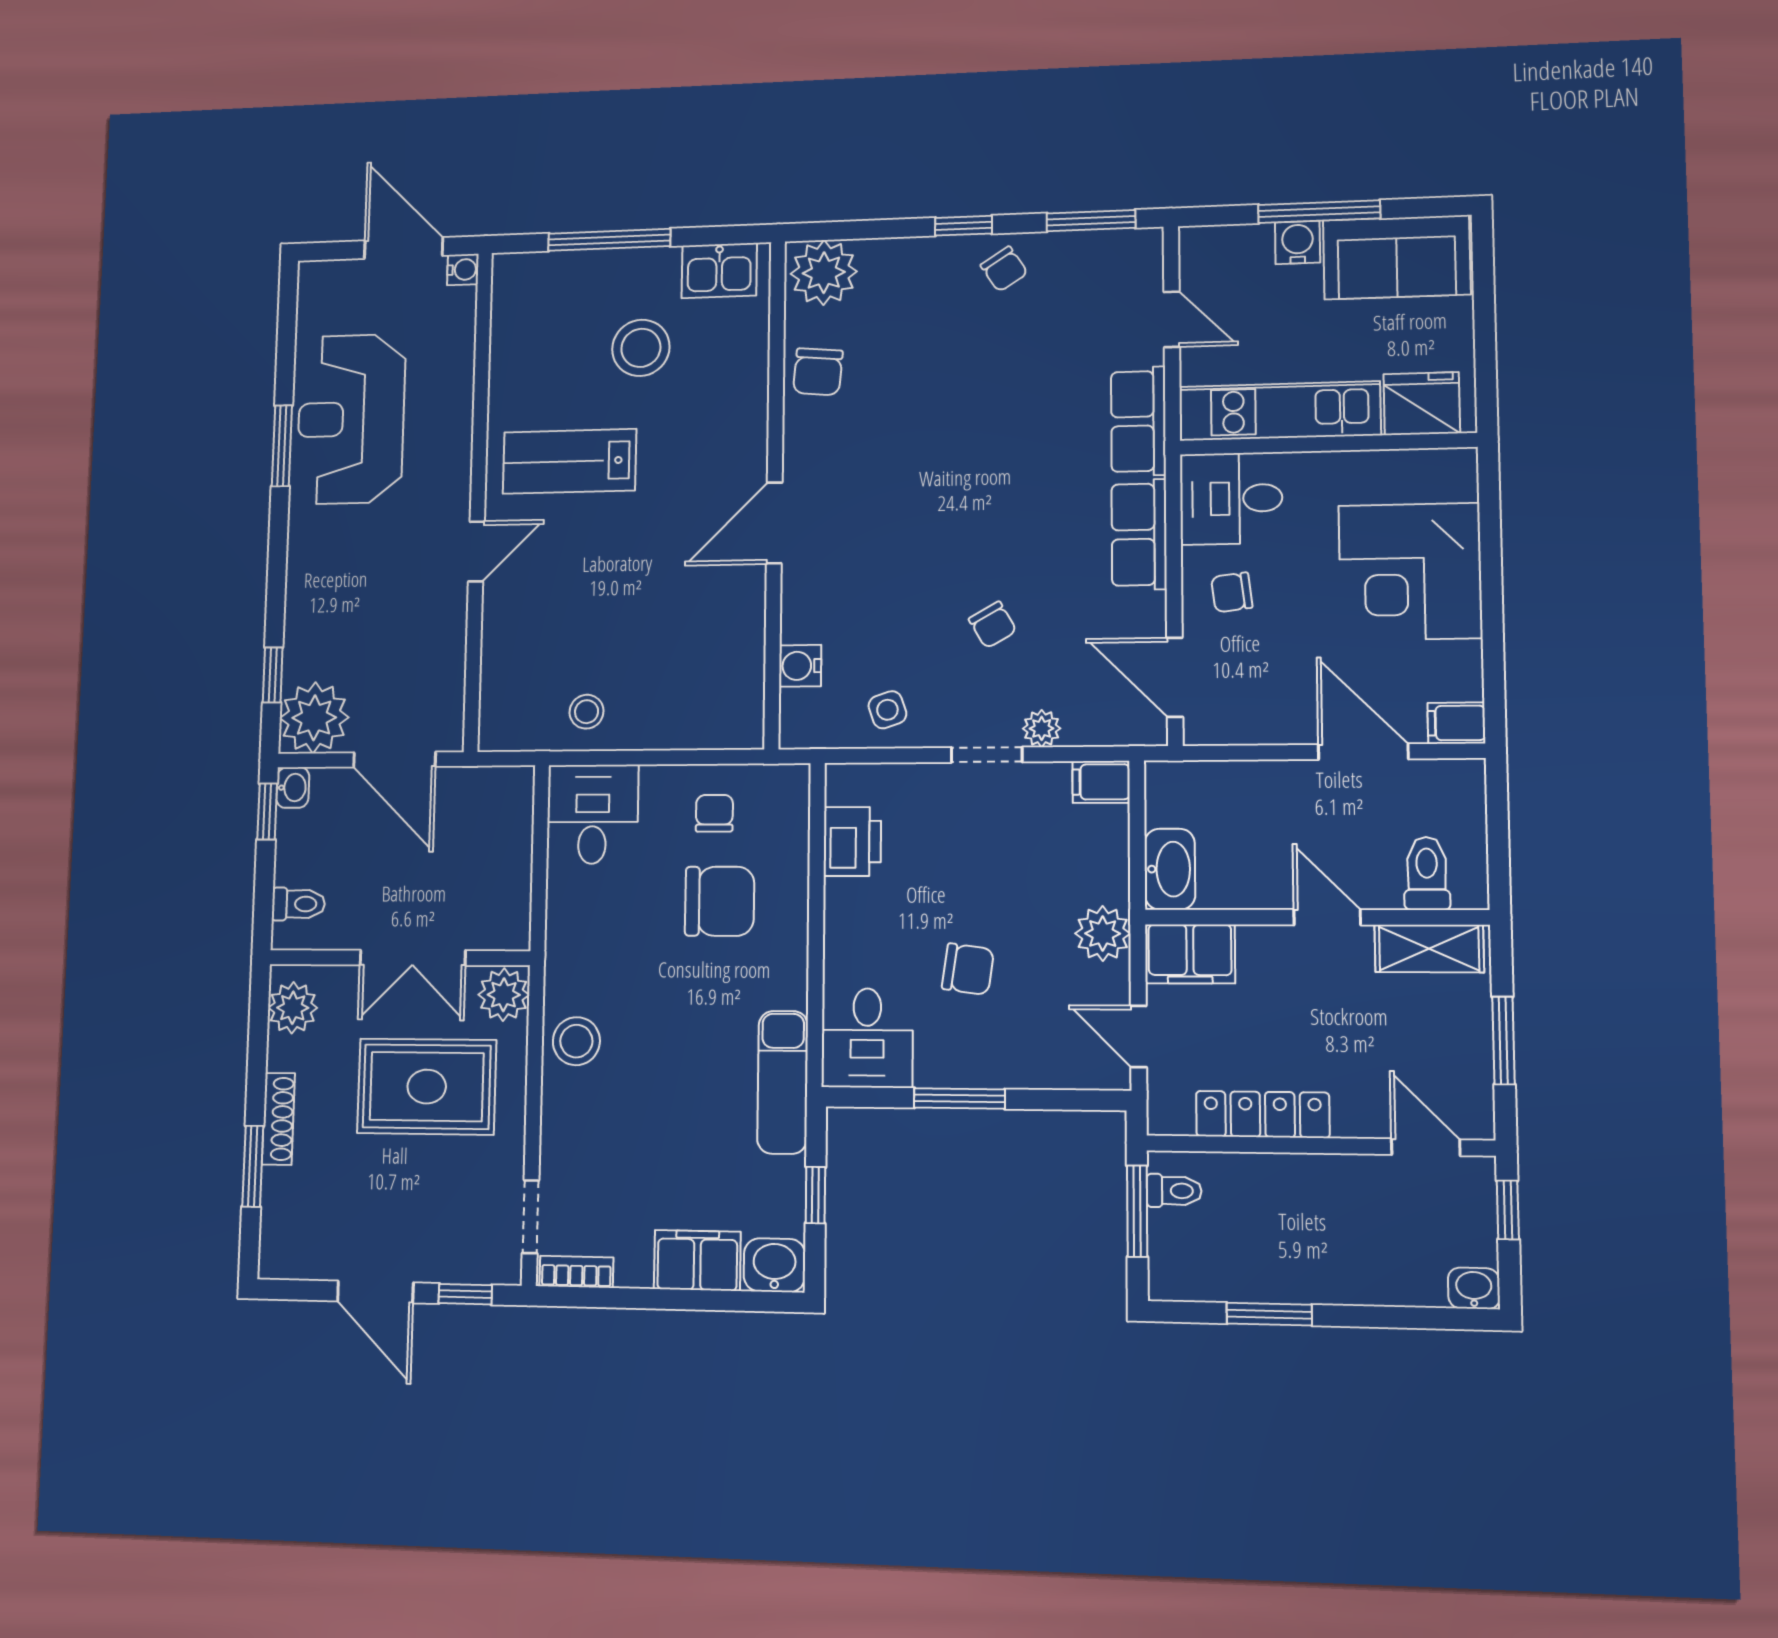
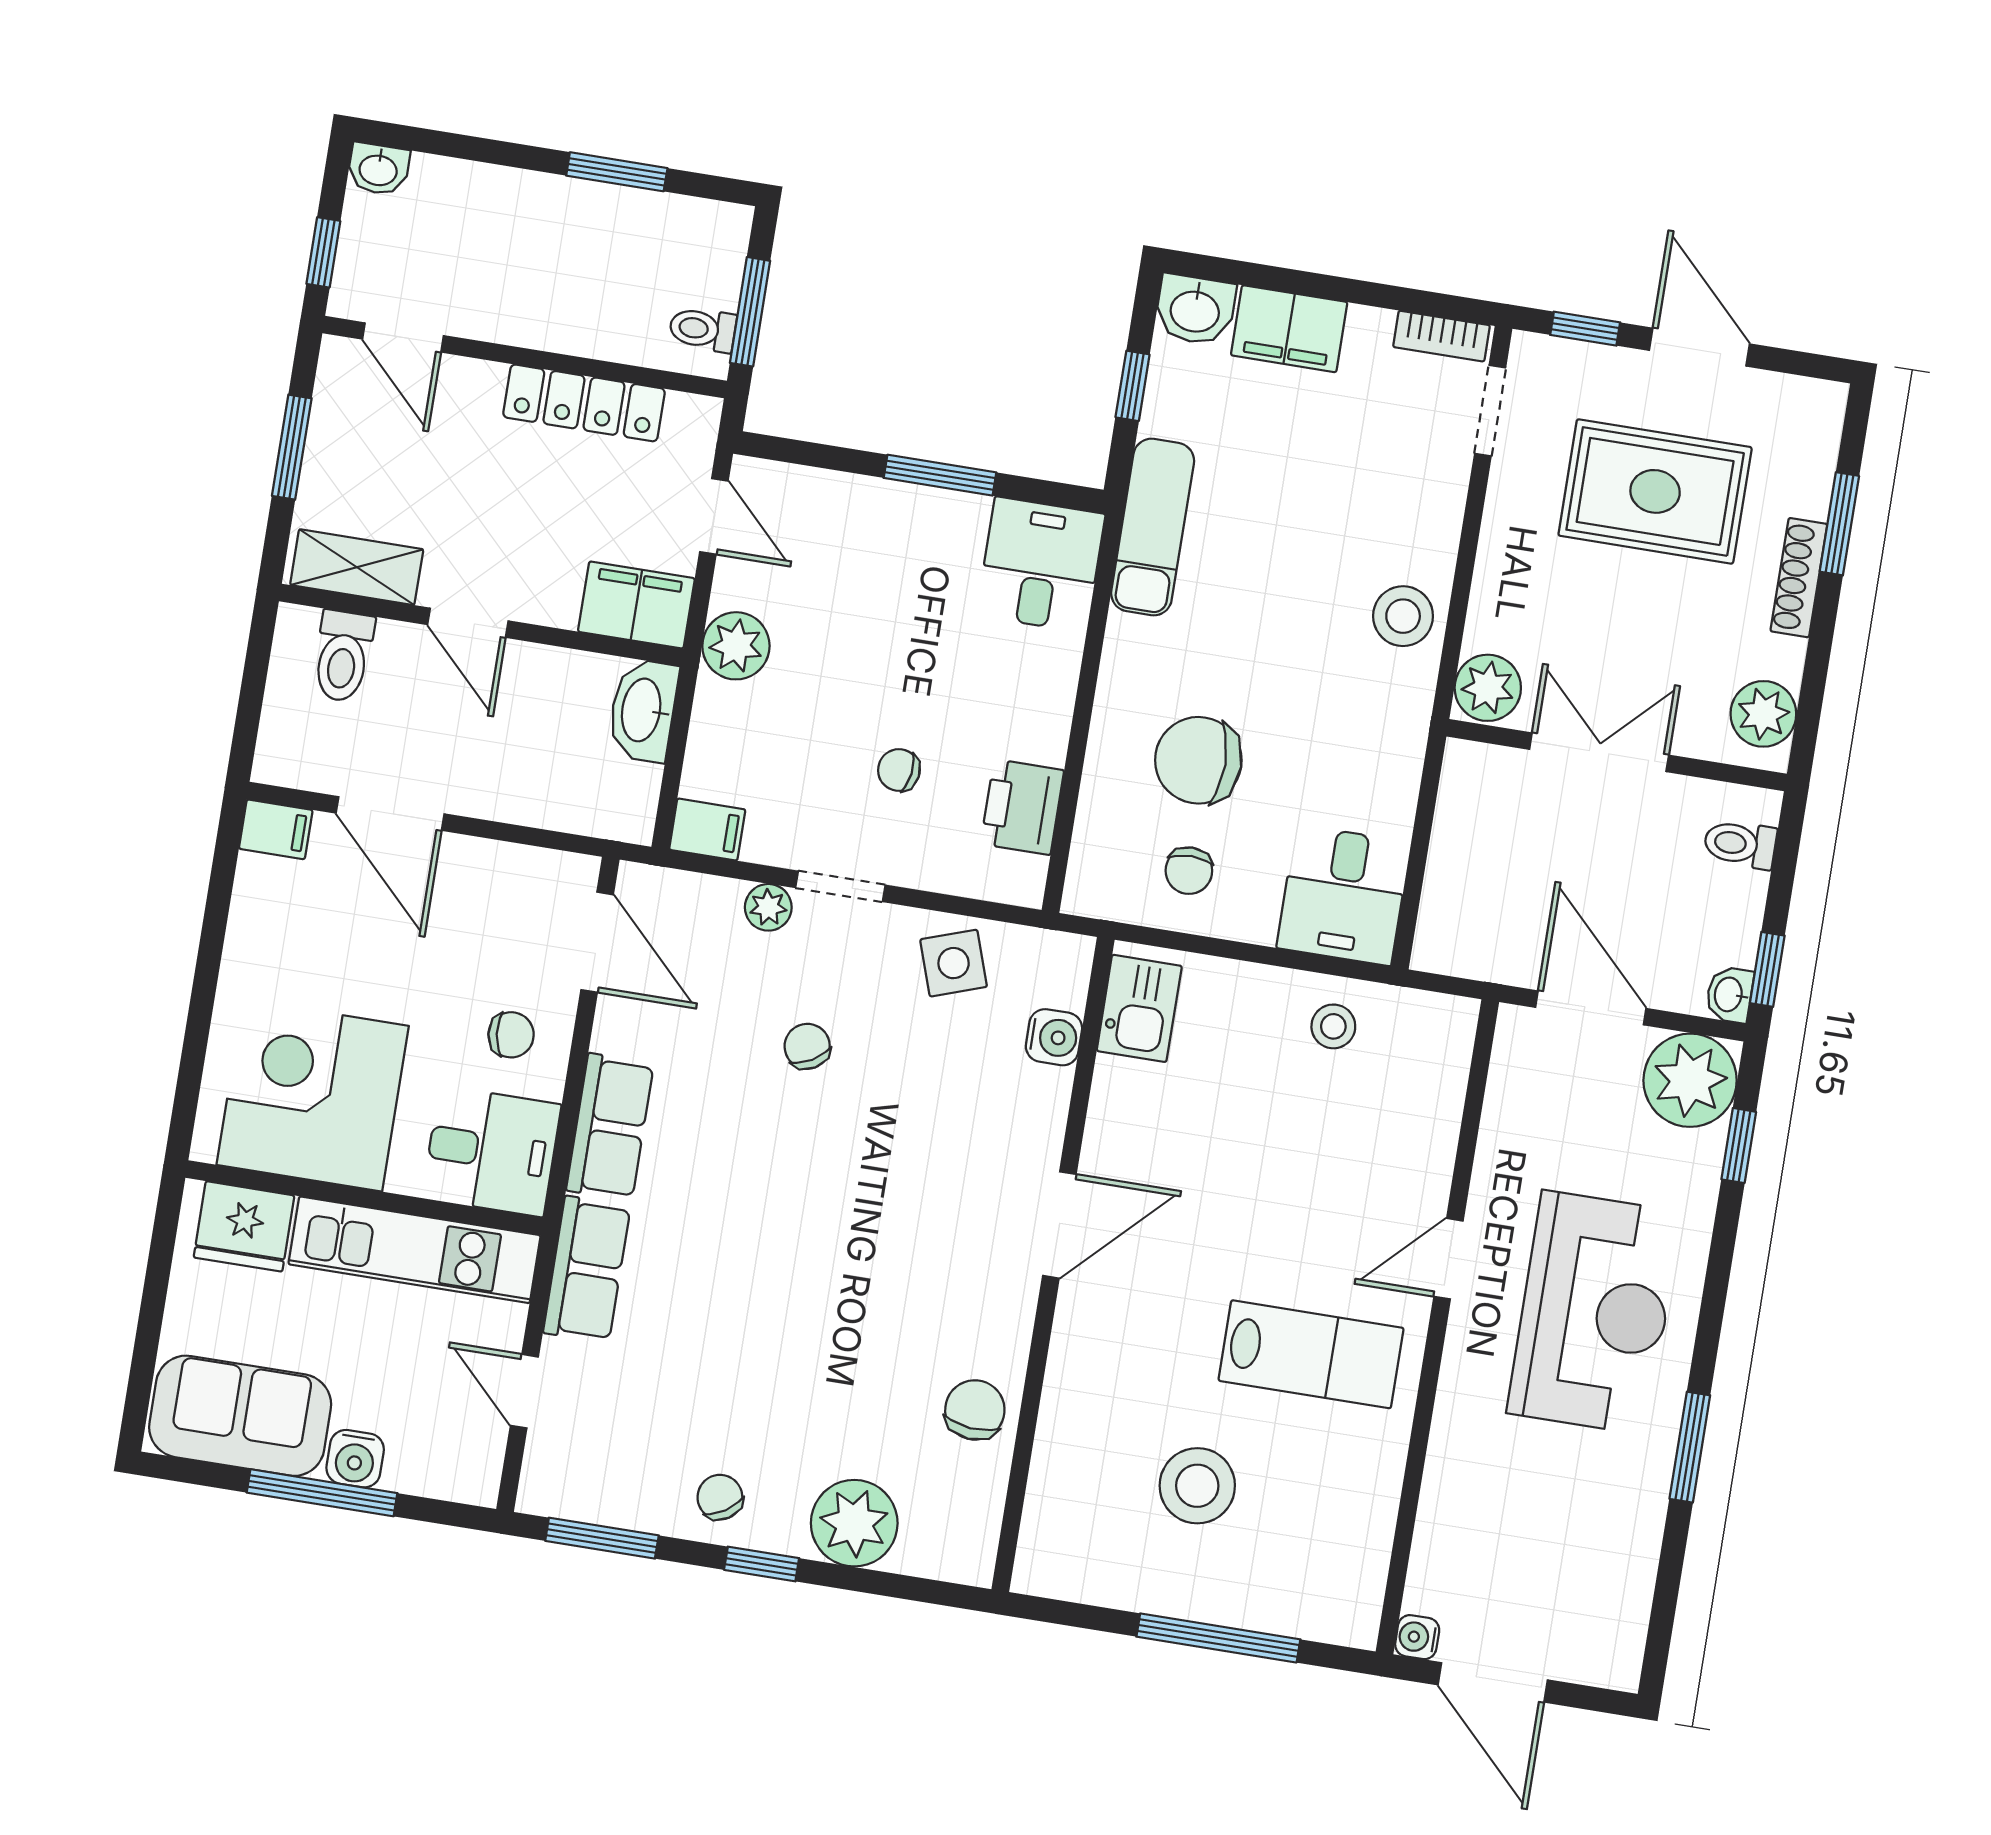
kitchen sink: (719, 271) -> (1139, 1008), moved, turned 90
plant: (824, 273) -> (854, 1523), moved
reception desk: (351, 419) -> (1594, 1313), moved
corner desk: (1410, 572) -> (313, 1095), moved, turned -90
side table: (887, 710) -> (954, 963), width x1.37, depth x1.37
chair: (968, 969) -> (899, 770), moved, width x0.73, depth x0.73
rug: (427, 1087) -> (1655, 491), moved

